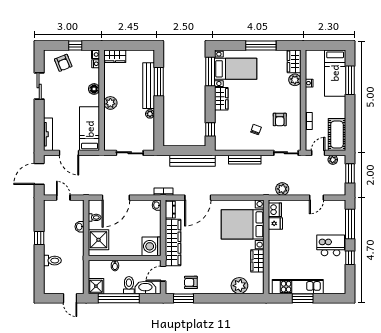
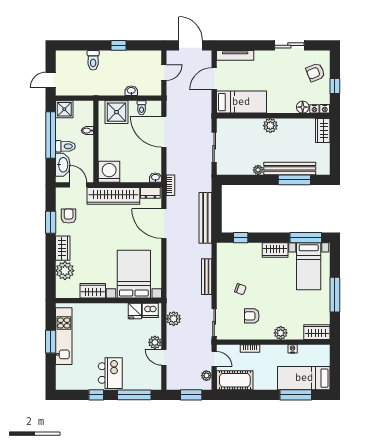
plant: (295, 80) -> (281, 333), moved
floor lamp: (94, 89) -> (303, 107), moved
plant: (303, 206) -> (155, 342), added
wardrobe: (219, 287) -> (63, 248), added
window: (183, 298) -> (51, 222), moved

